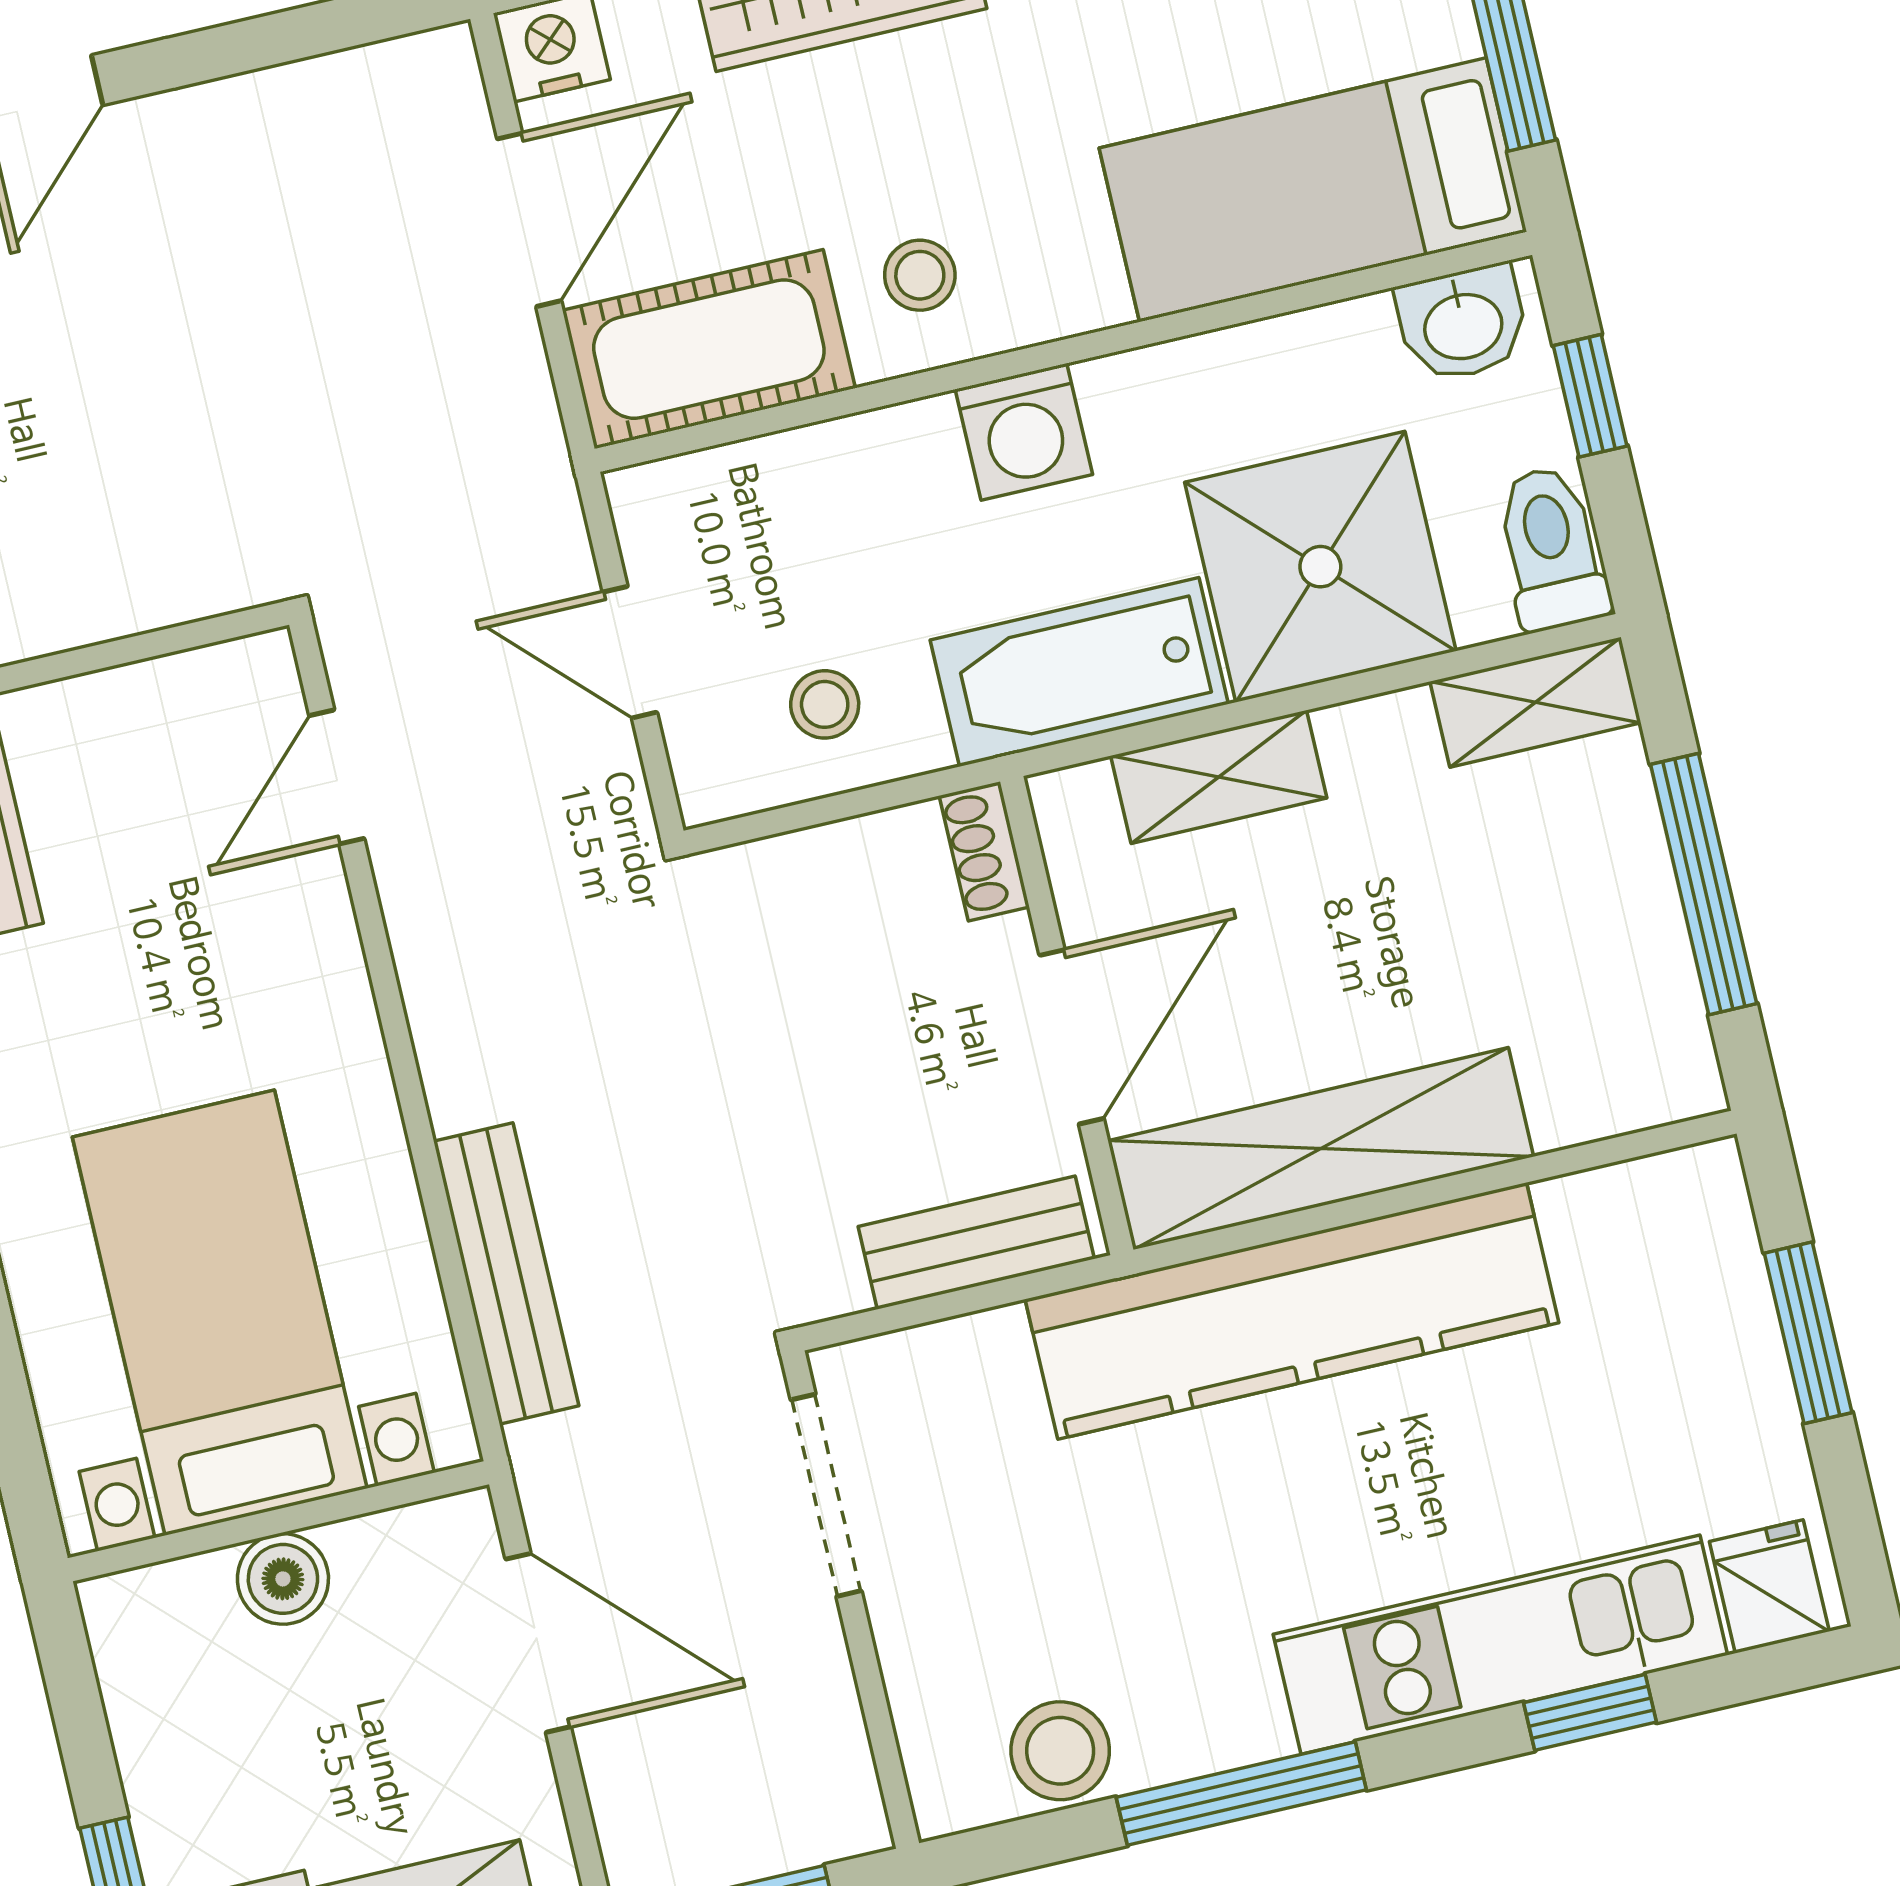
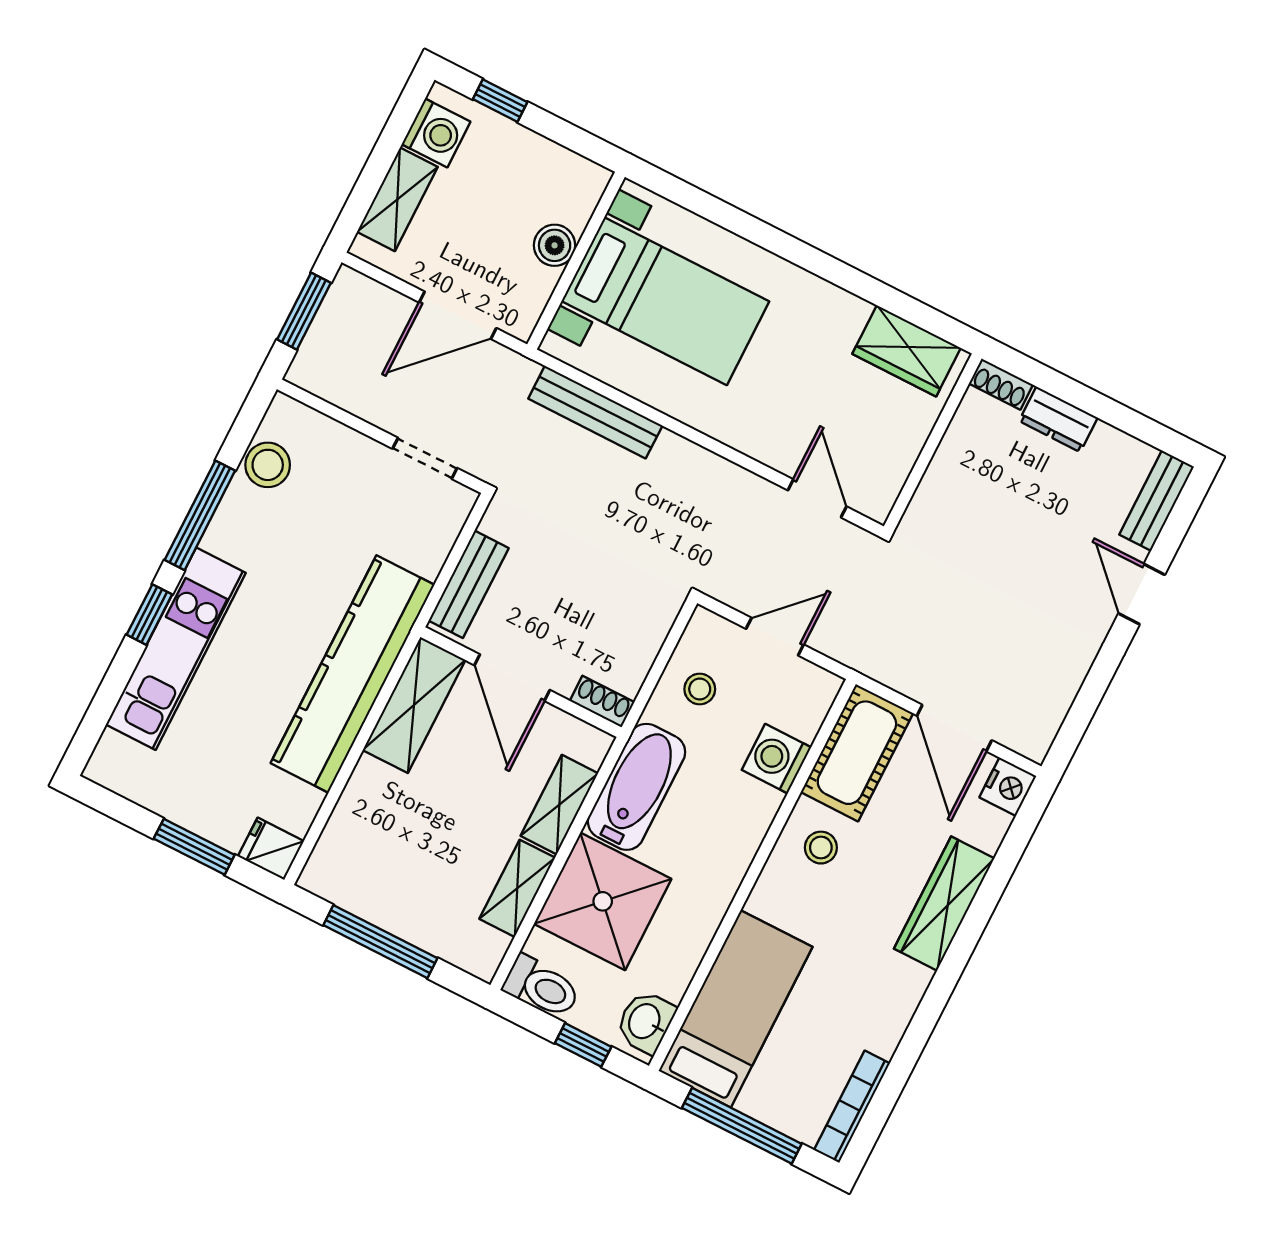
washing machine: (1024, 432) -> (776, 759), moved
shelving: (1535, 702) -> (517, 888), moved
shelving: (1321, 1149) -> (414, 705), width x0.68
doorway: (826, 1495) -> (425, 458), width x0.73
fridge: (1769, 1586) -> (271, 849), moved, turned 180
window: (1590, 1712) -> (149, 615), moved

